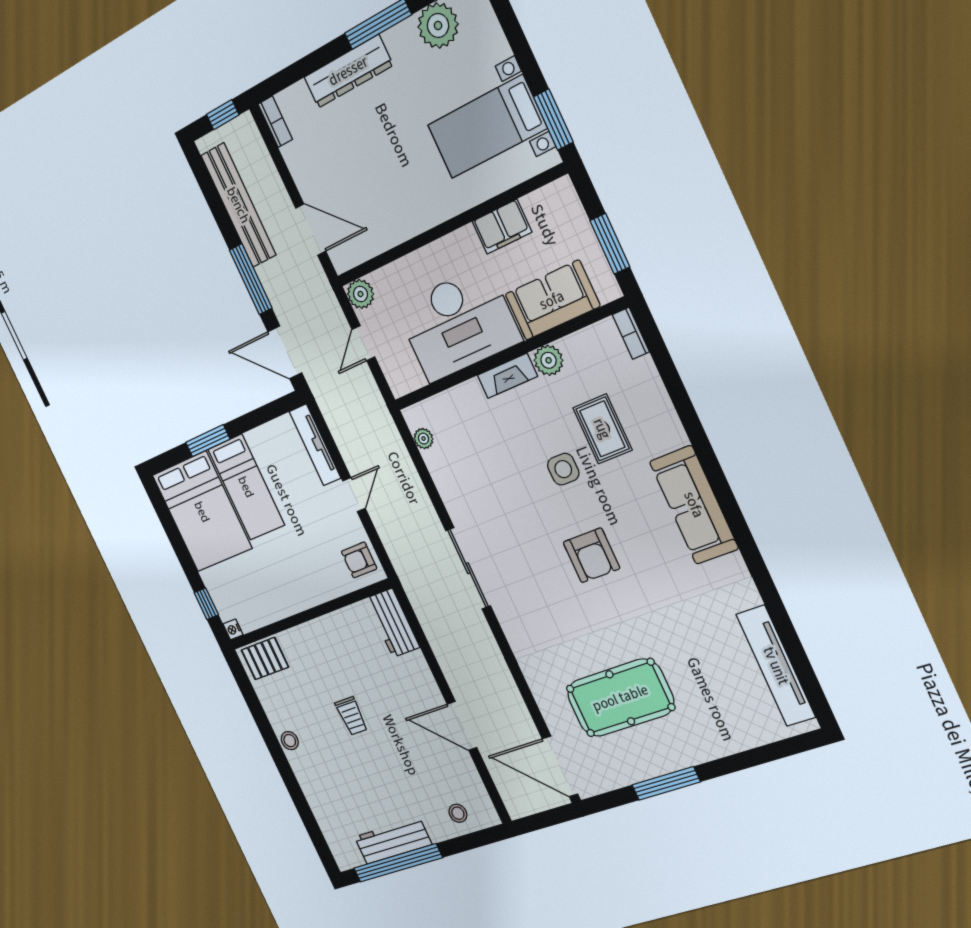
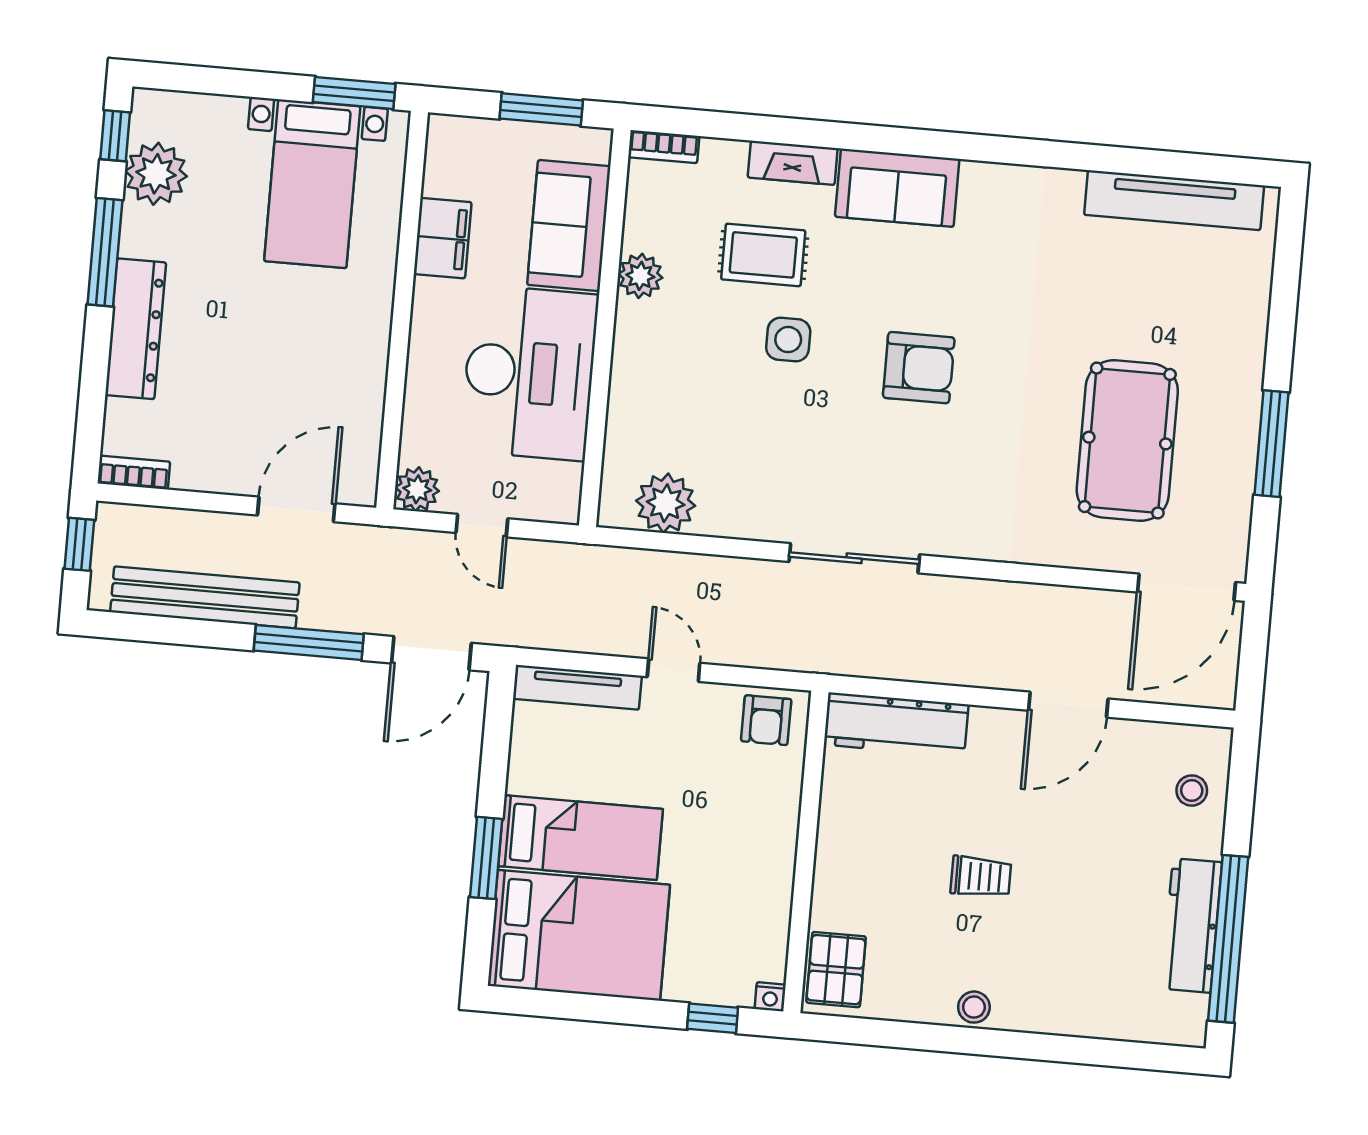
fireplace: (507, 376) -> (793, 163), moved, turned 90
plant: (424, 439) -> (666, 503), width x1.87, depth x1.87
sofa: (694, 505) -> (897, 188), width x0.73
workbench: (393, 623) -> (896, 725), width x1.38

